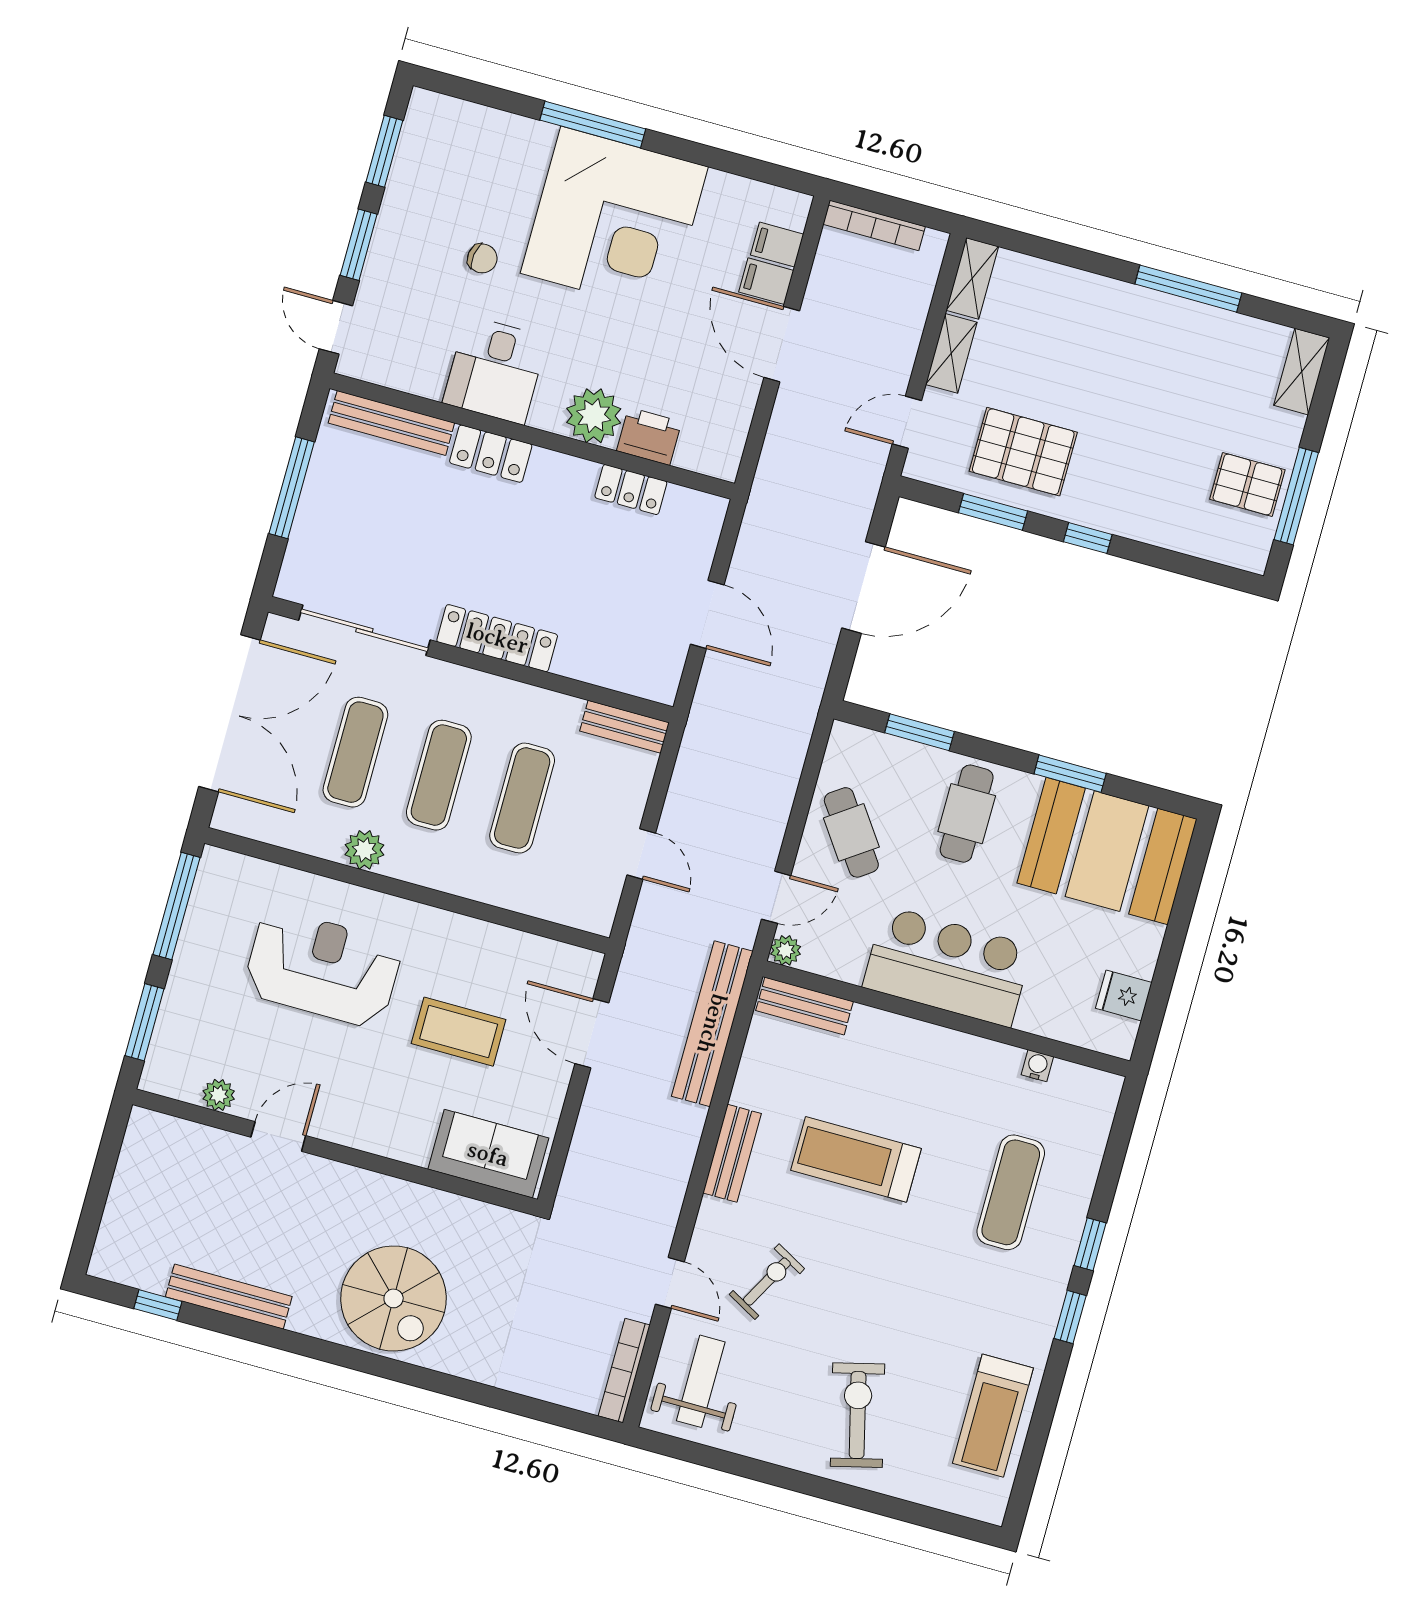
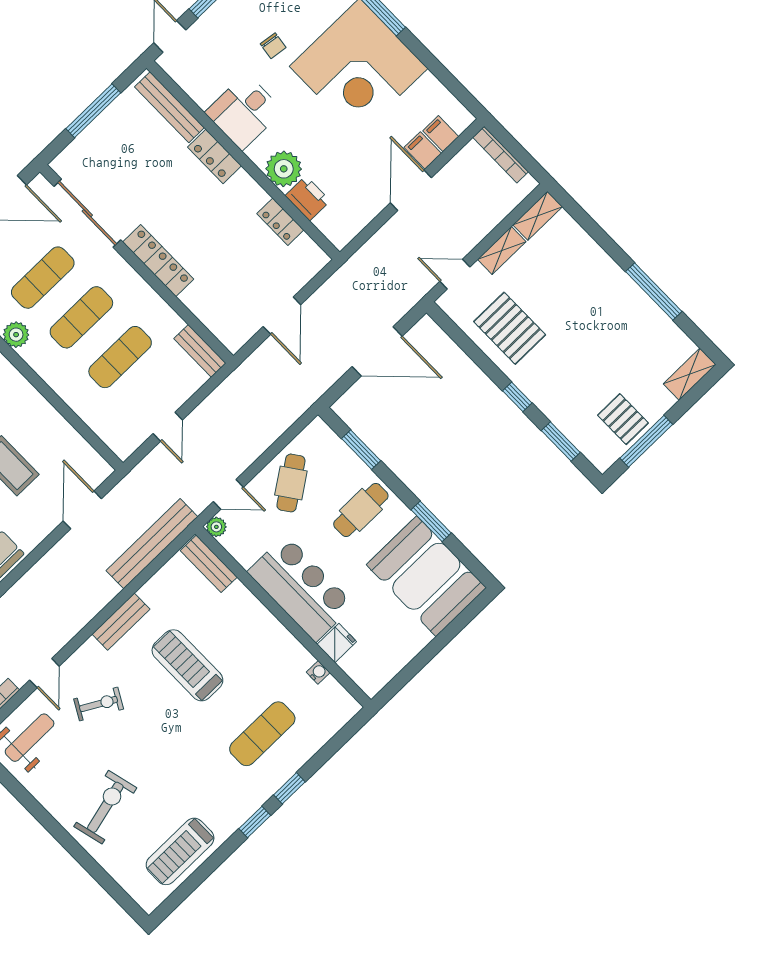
window: (993, 512) -> (561, 441), moved
fridge: (1124, 995) -> (337, 643), moved, turned 90

